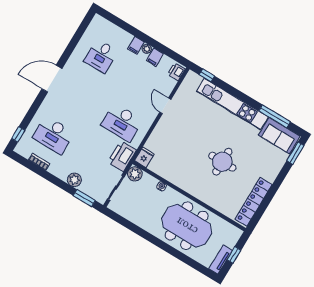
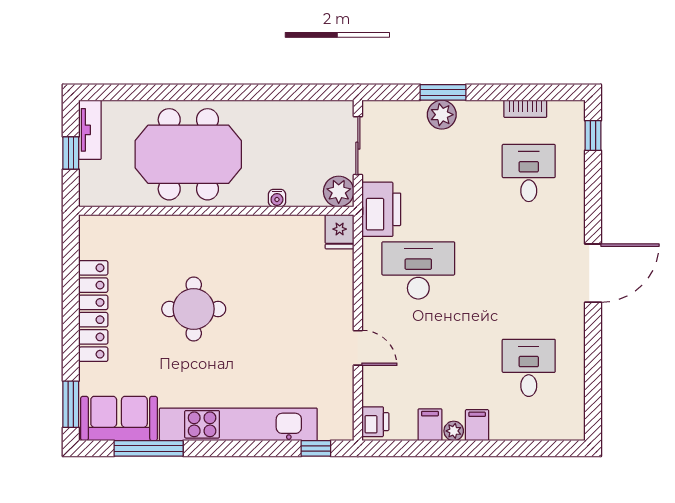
desk: (53, 135) -> (529, 173), width x0.73
window: (84, 198) -> (443, 92), moved
locker: (254, 202) -> (93, 311), moved

